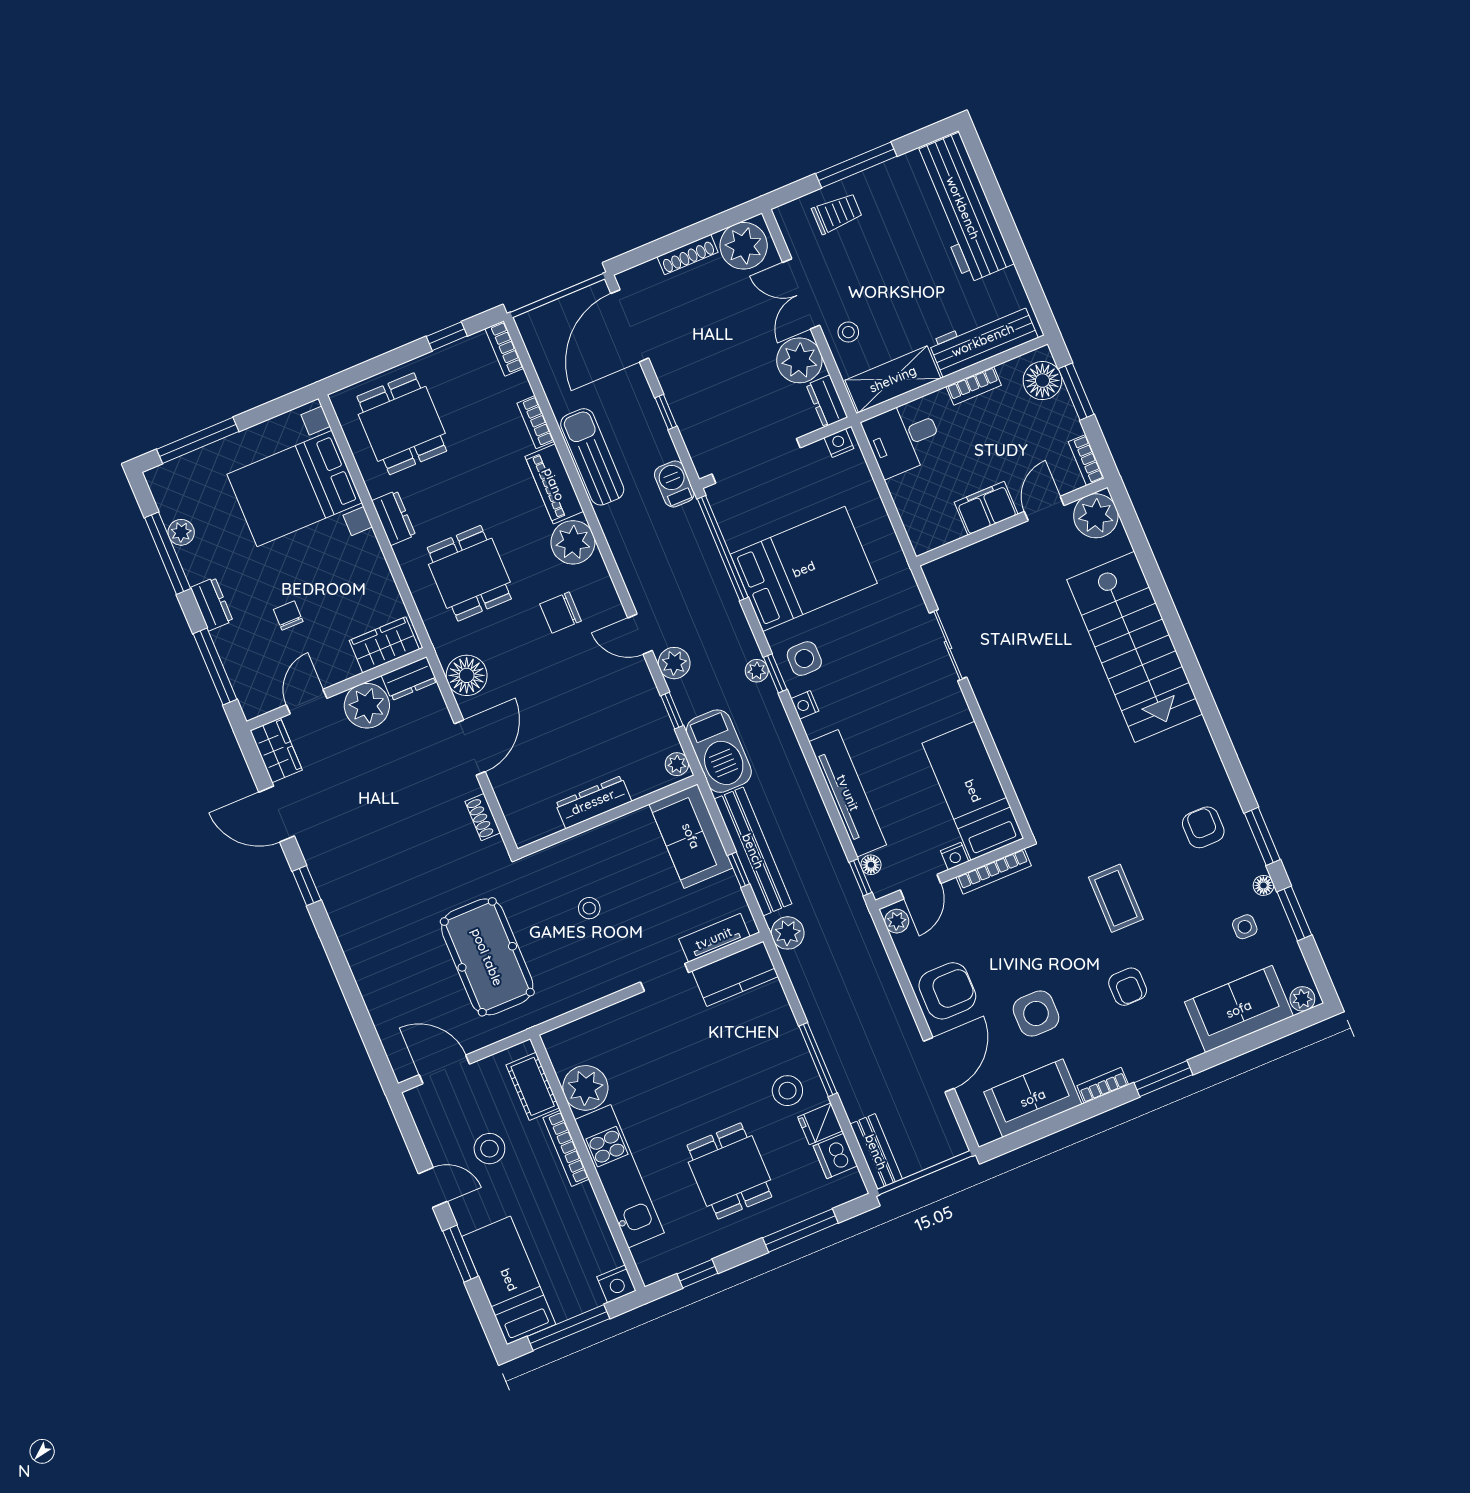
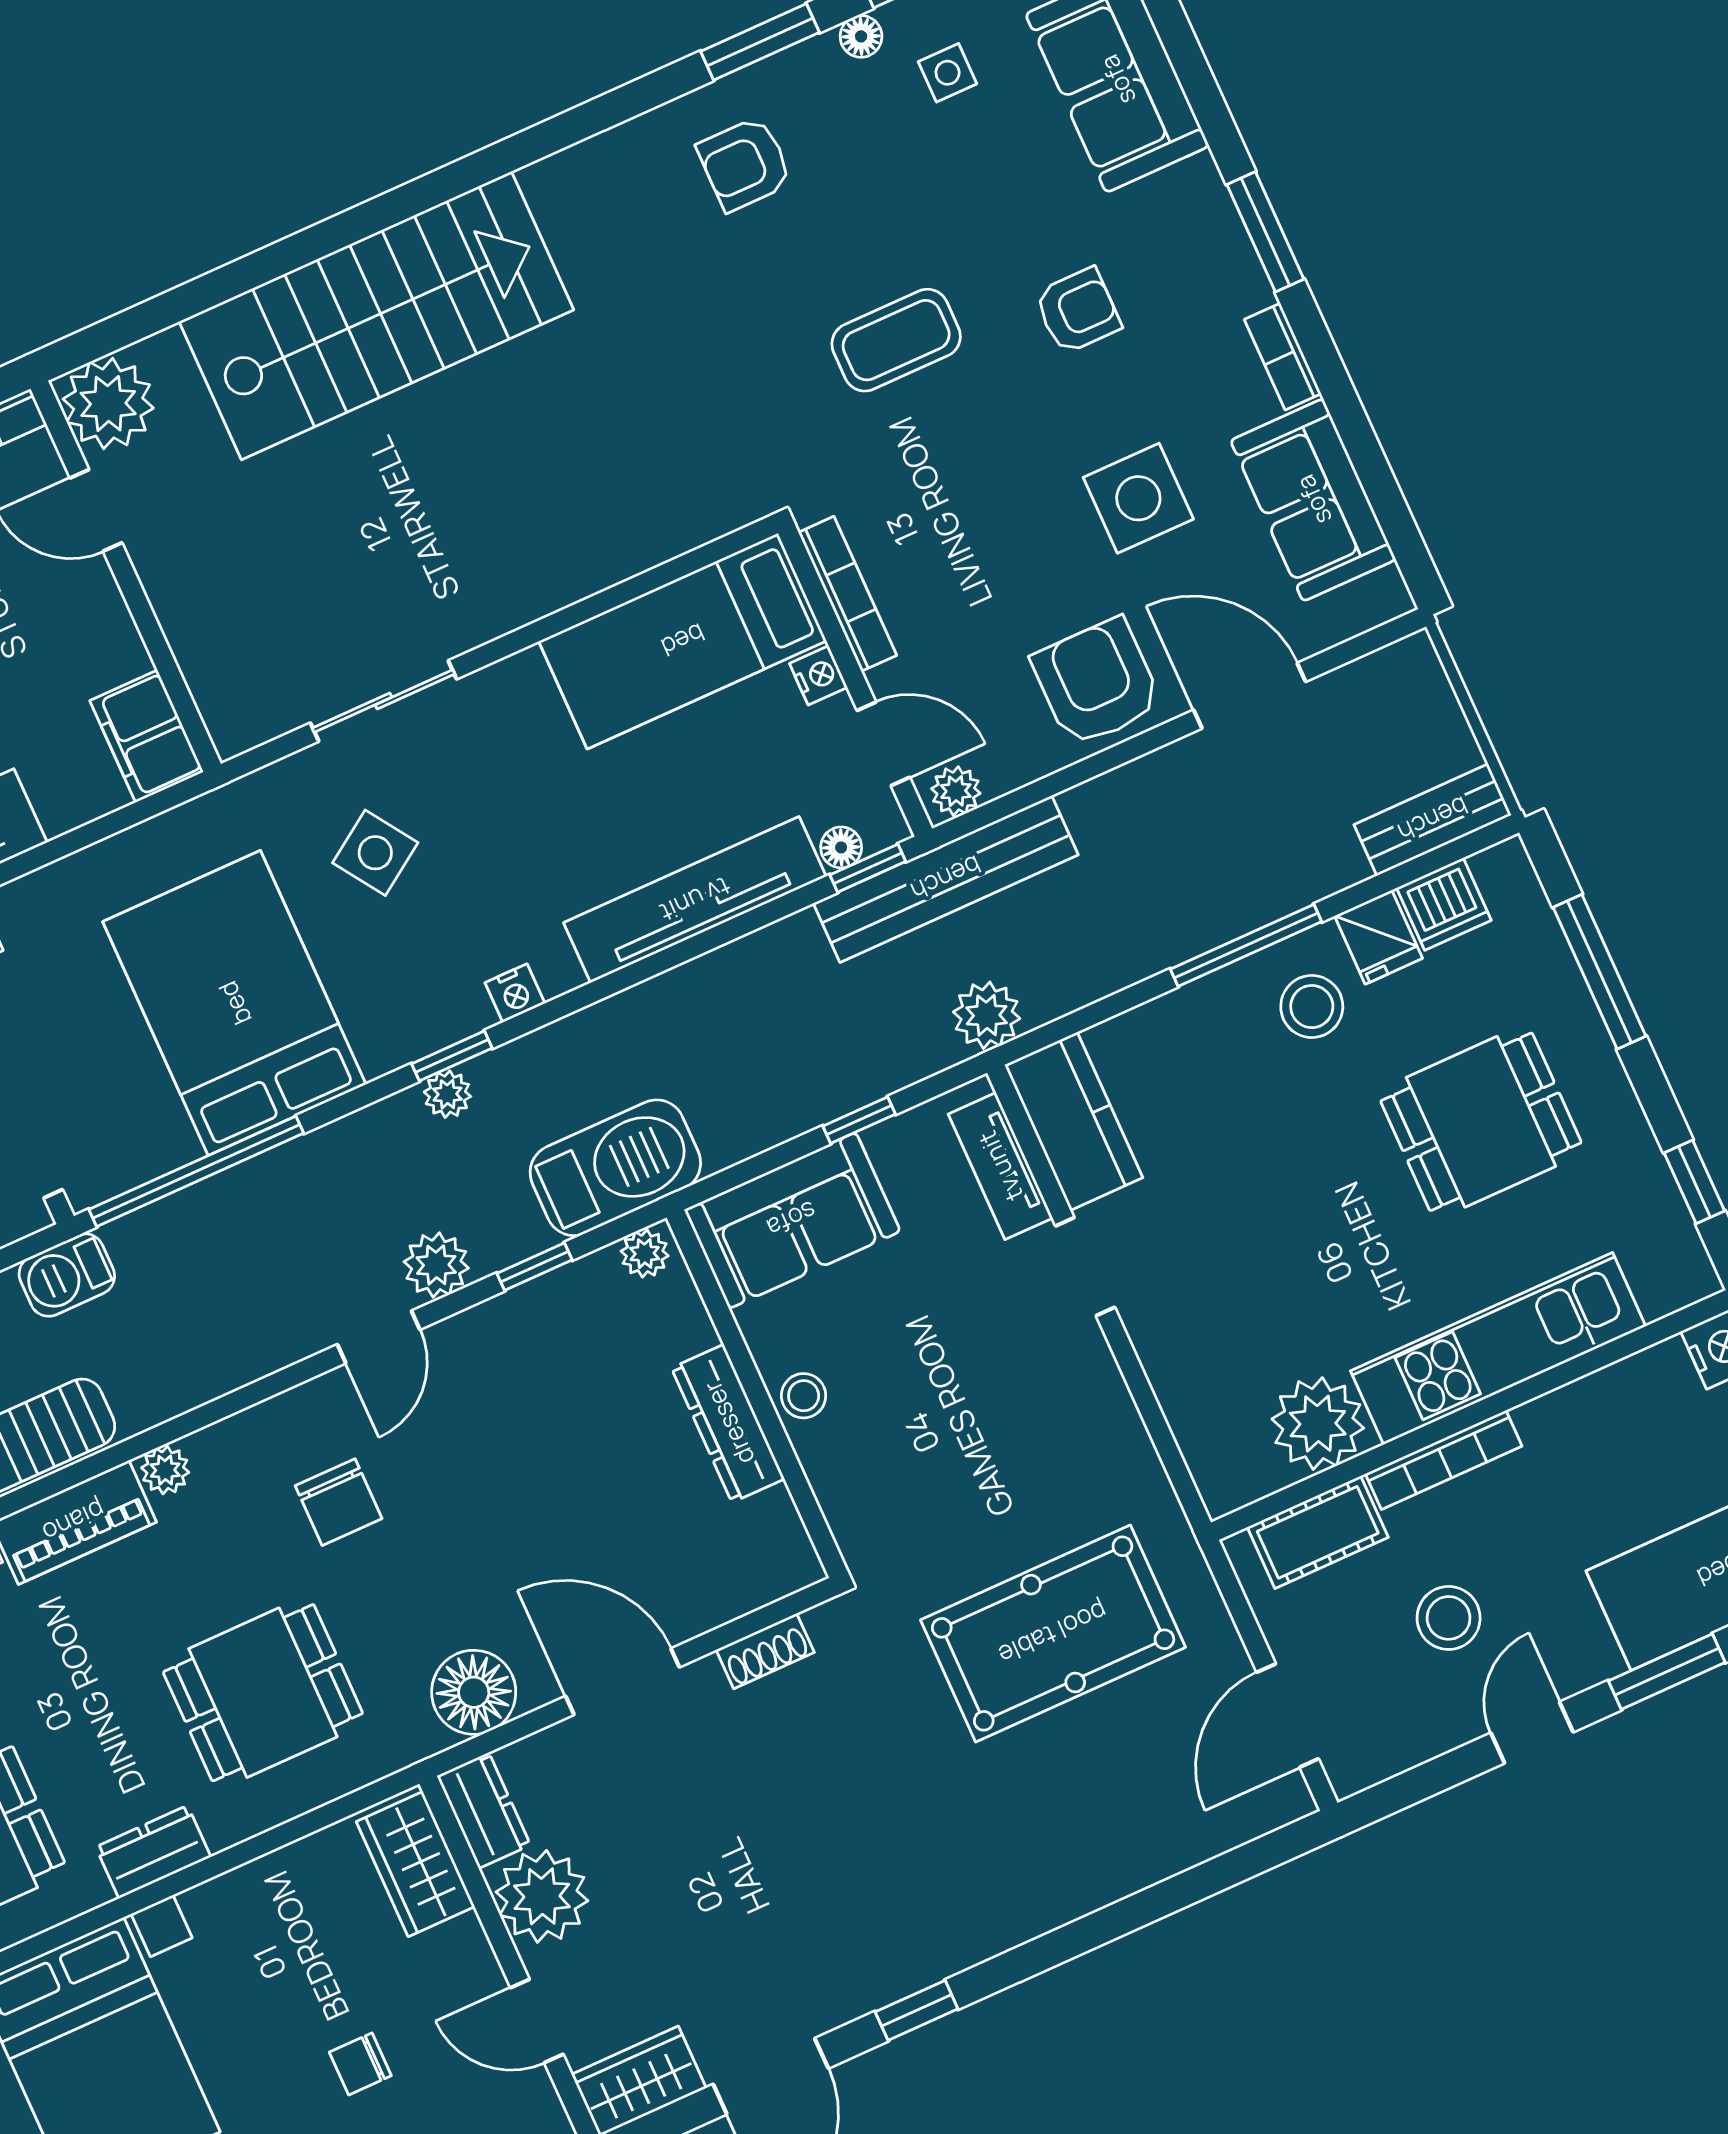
filing cabinet: (986, 508) -> (147, 736), moved
plant: (573, 542) -> (165, 1470), width x0.53, depth x0.53
side table: (804, 659) -> (375, 853), moved, turned -34
bench: (753, 851) -> (946, 879), moved
stool: (589, 908) -> (804, 1396), moved

